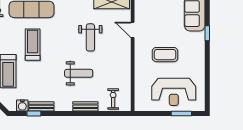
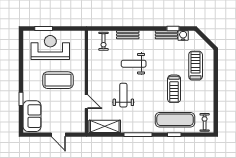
coffee table: (165, 55) -> (58, 80), width x1.36, depth x1.32

